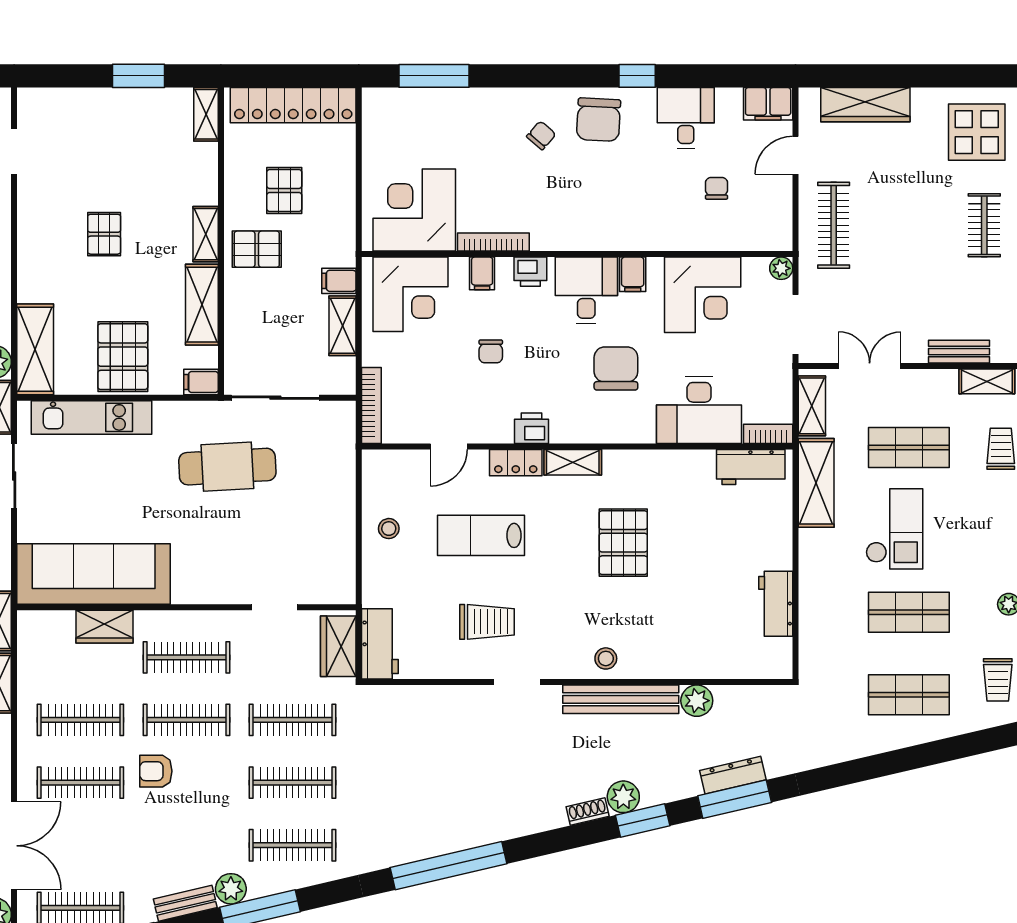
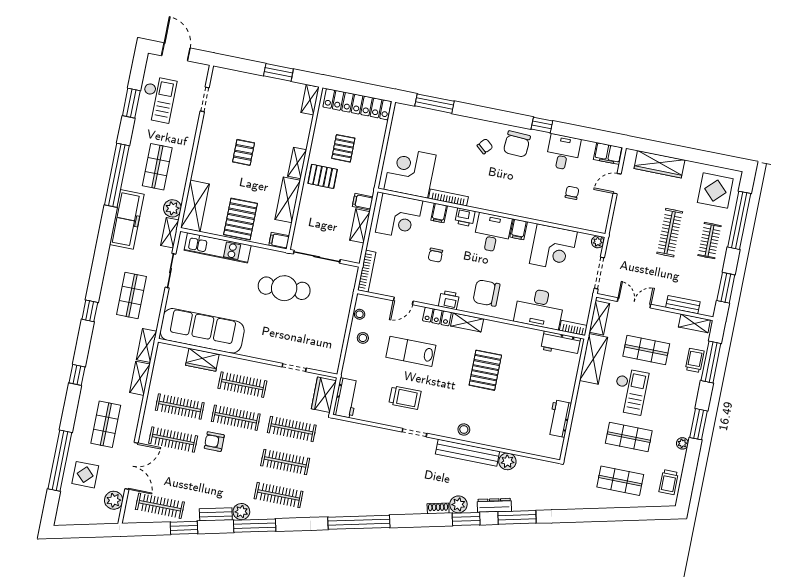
clothes rail: (834, 225) -> (670, 233), moved
chair: (616, 368) -> (486, 293), moved, turned -90
stool: (374, 487) -> (360, 314), added
dresser: (733, 775) -> (494, 505), moved

